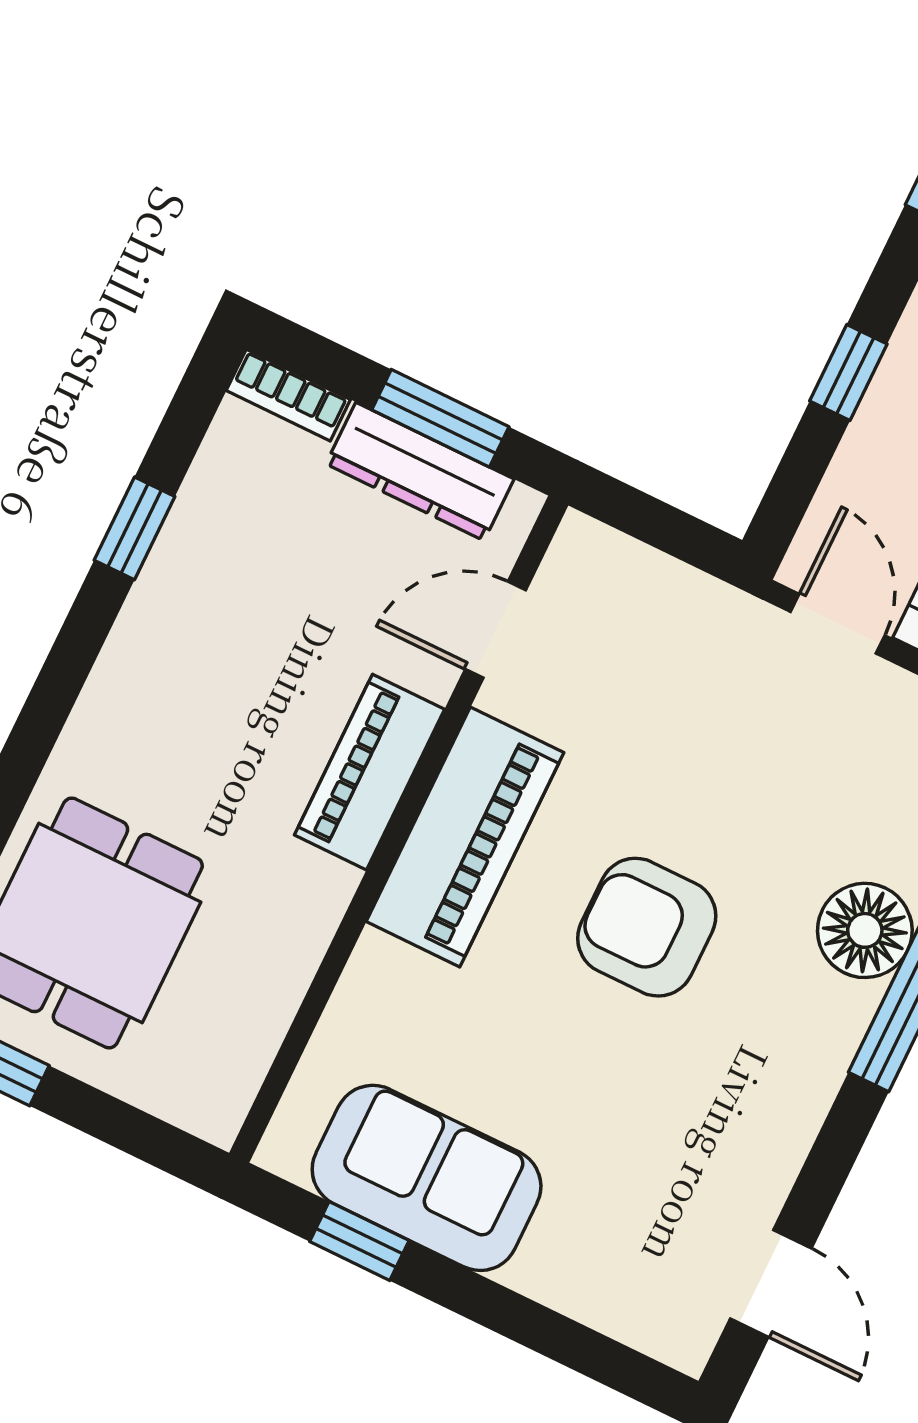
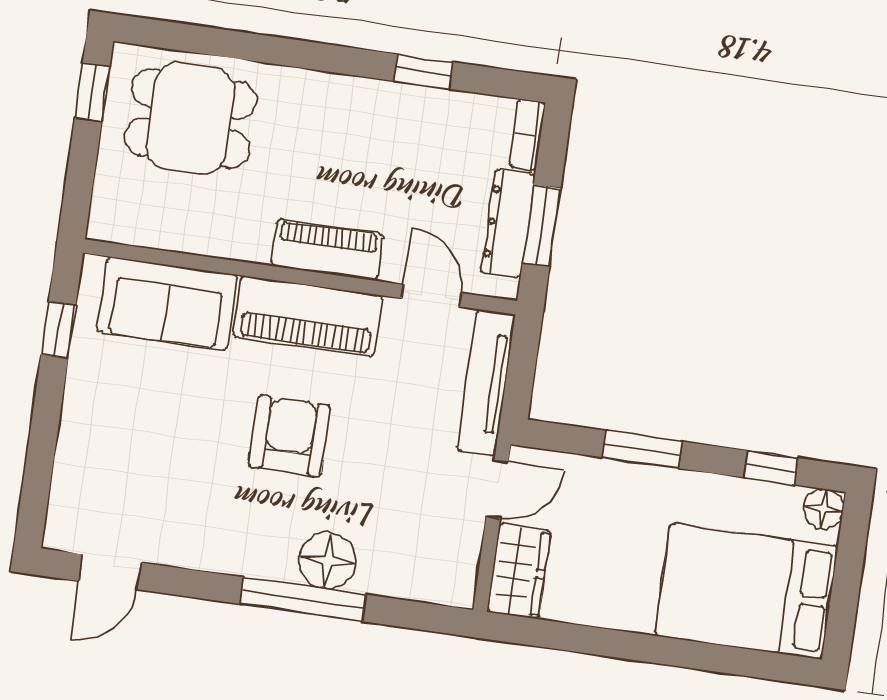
window: (848, 372) -> (642, 449), width x1.50
tv unit: (662, 587) -> (486, 383), added
sofa: (427, 1178) -> (167, 303), moved, turned 90

